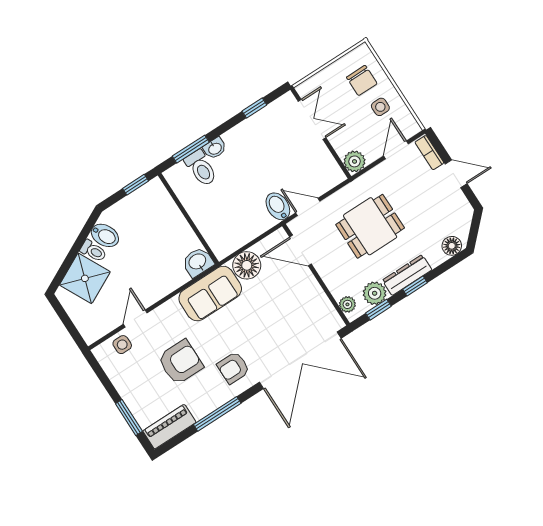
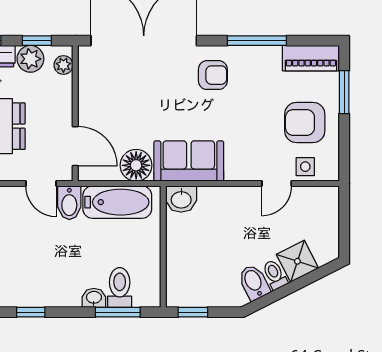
bathtub: (243, 229) -> (117, 202), added
shower: (85, 278) -> (297, 261), width x0.73, depth x0.73
armchair: (180, 362) -> (305, 123), moved

